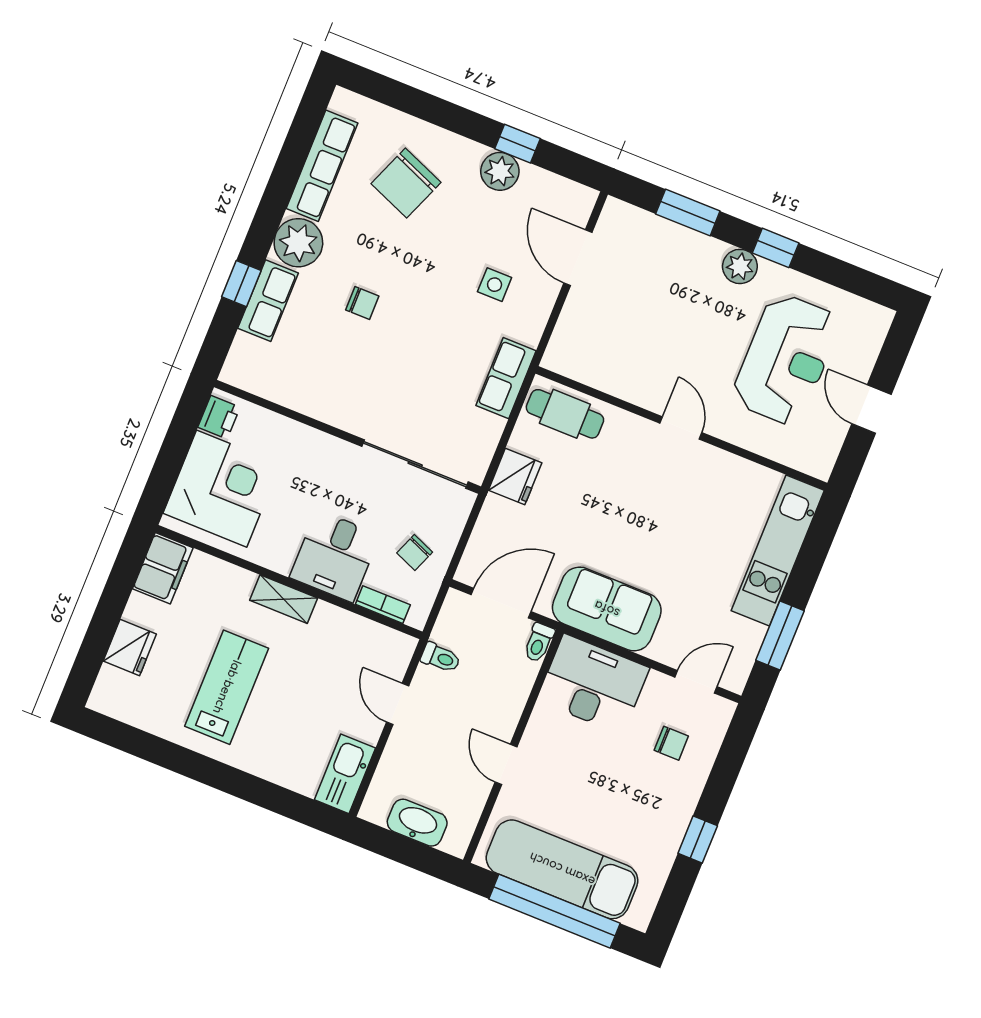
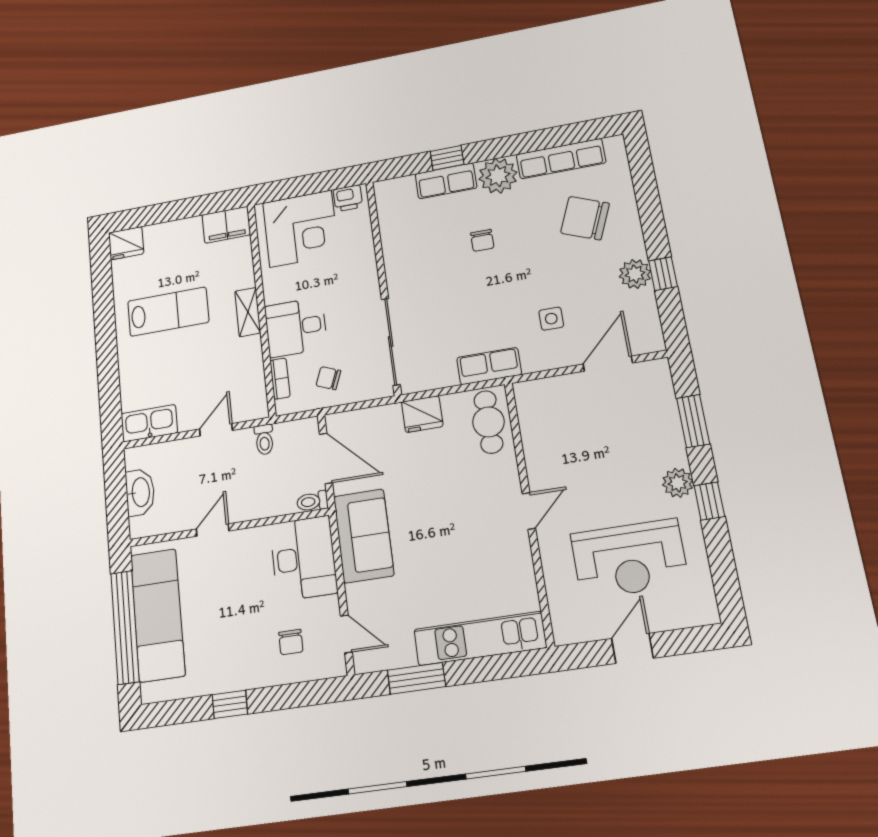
fridge: (130, 648) -> (126, 243), moved

